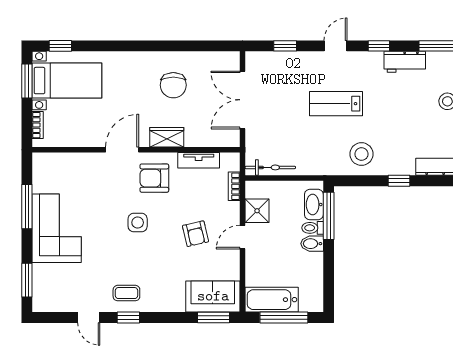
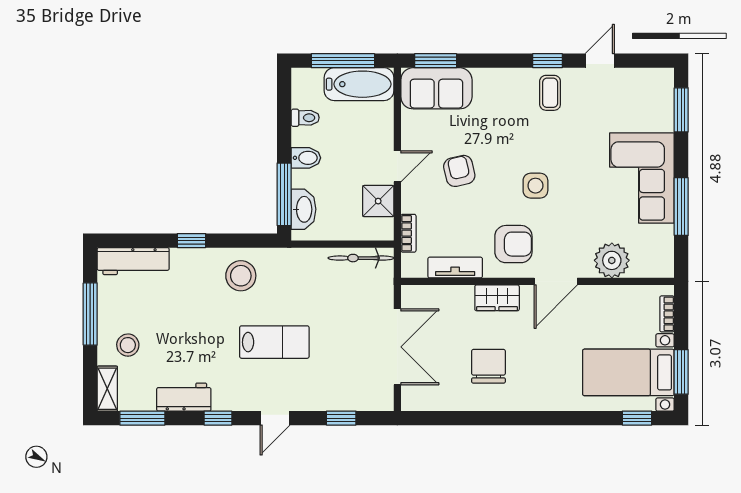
plant: (80, 166) -> (612, 260), added
toilet: (313, 228) -> (305, 118), moved
coffee table: (126, 293) -> (550, 93), turned 90
door: (89, 317) -> (600, 61), hinge flipped

